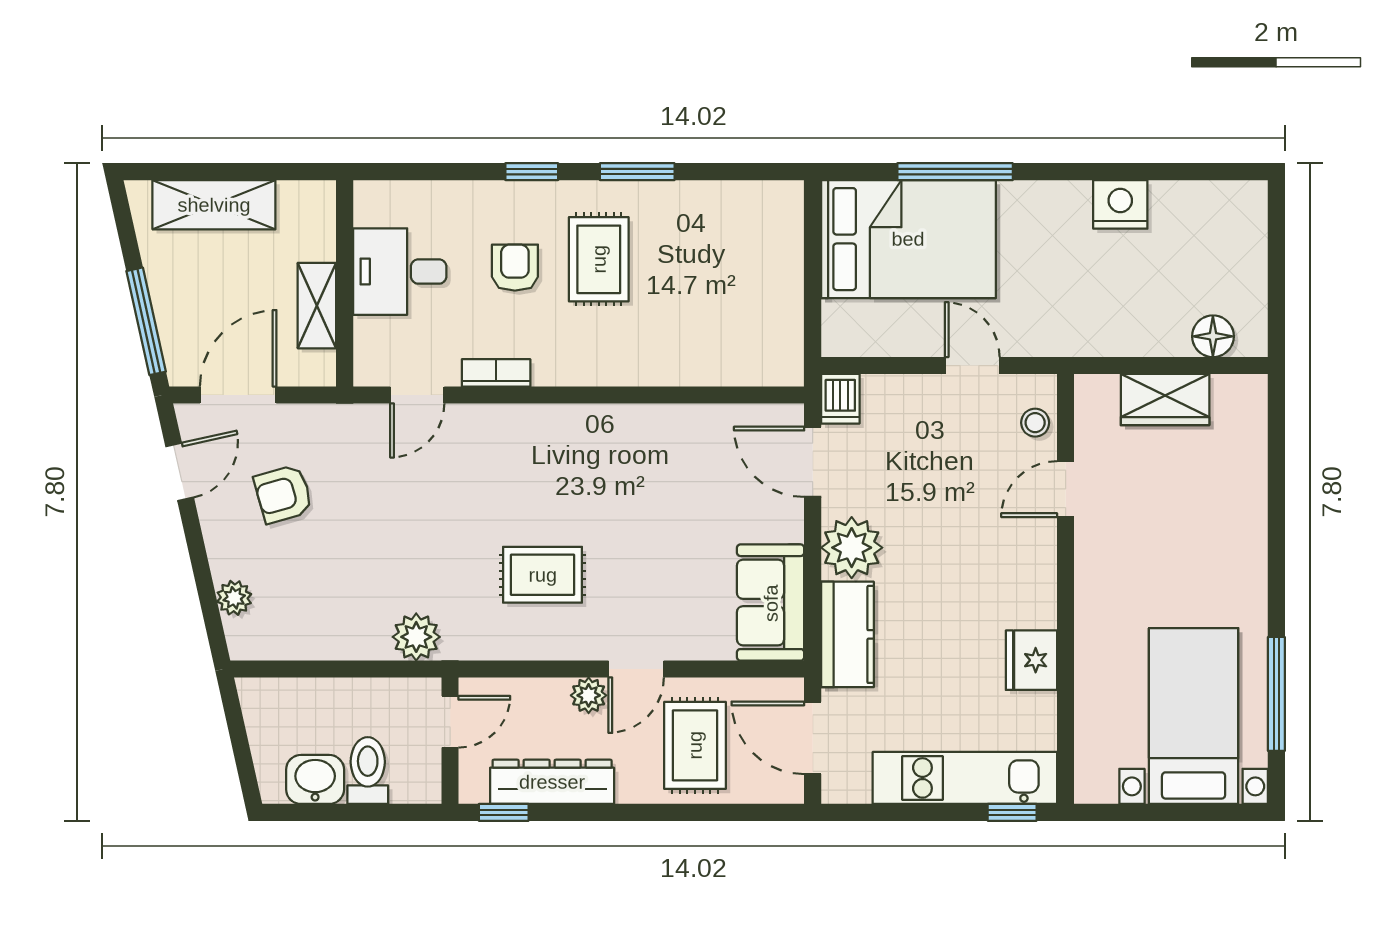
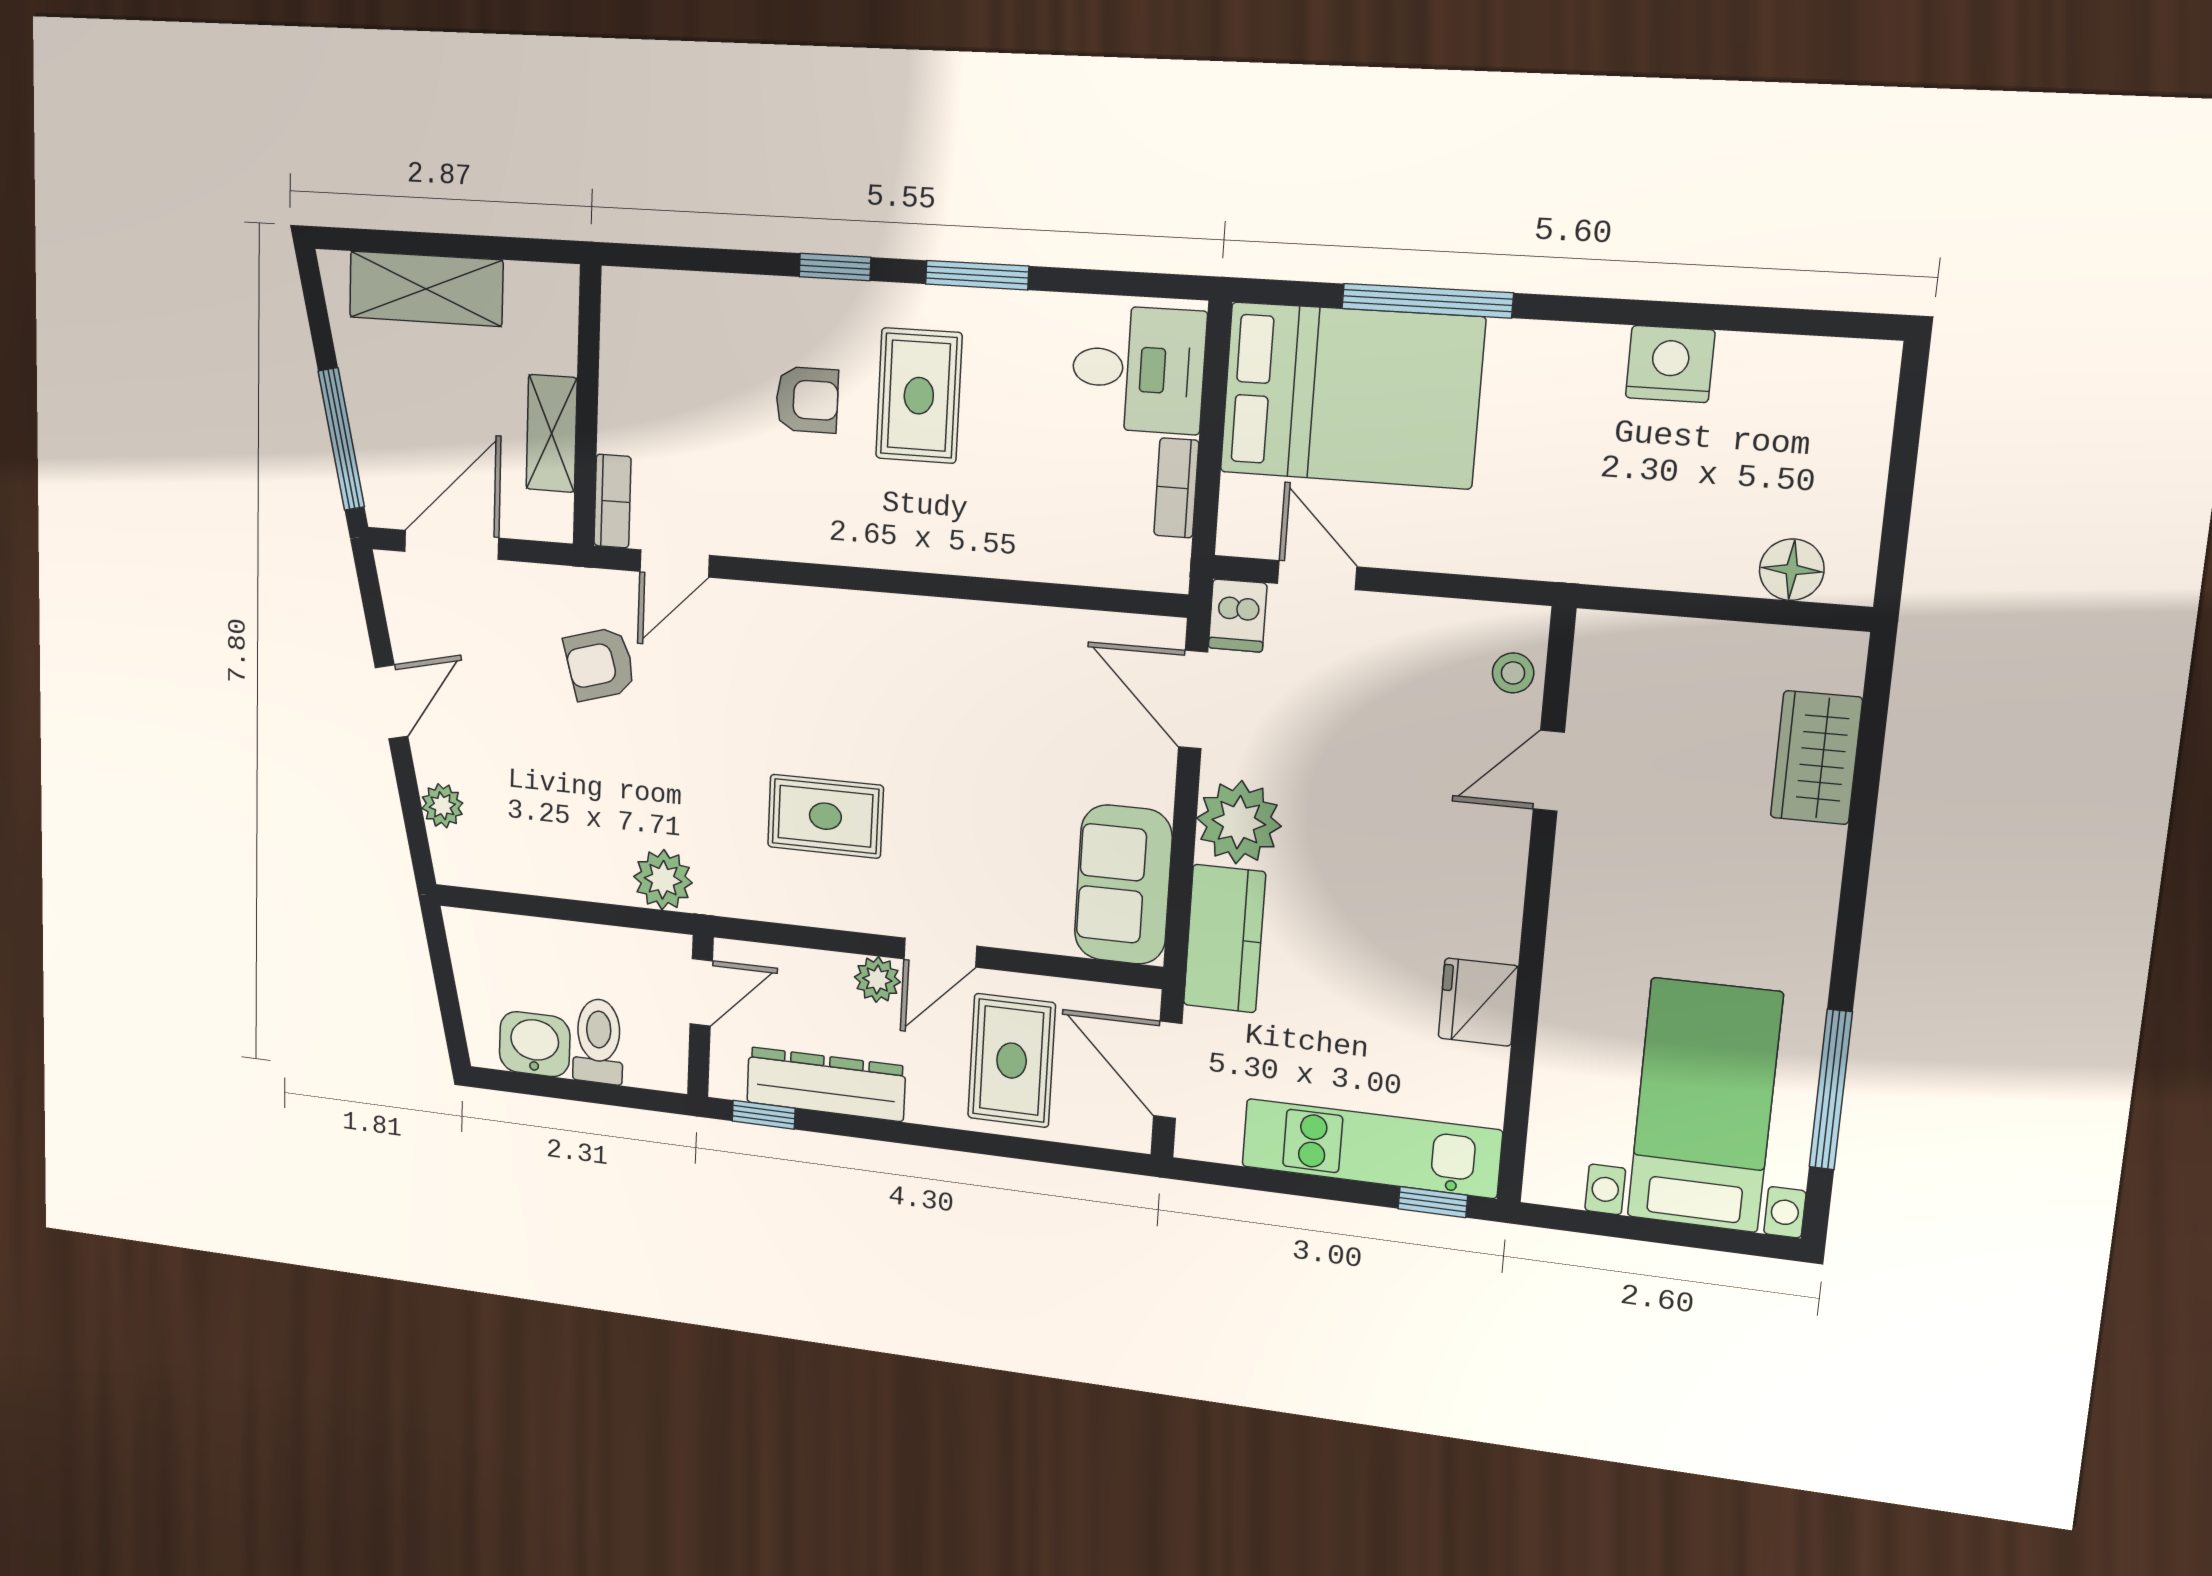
armchair: (515, 268) -> (807, 400), turned 90
desk: (400, 272) -> (1138, 369), moved, turned 180
bookcase: (790, 312) -> (1176, 488), added
door: (972, 366) -> (1317, 575), moved
bookcase: (496, 373) -> (612, 501), moved, turned 90
wardrobe: (1165, 400) -> (1816, 758), moved, turned 90
door: (180, 472) -> (391, 702), moved
armchair: (283, 494) -> (600, 664), moved

